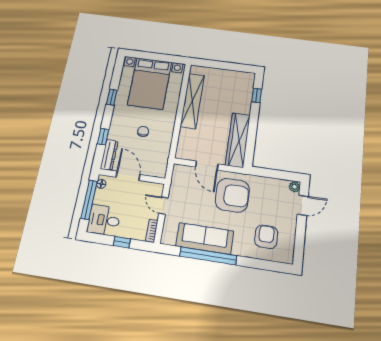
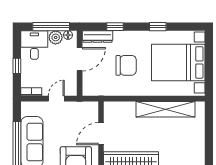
chair: (143, 131) -> (126, 65), width x1.87, depth x1.87
plant: (101, 197) -> (56, 37), added

